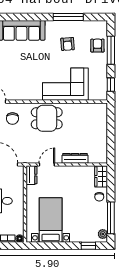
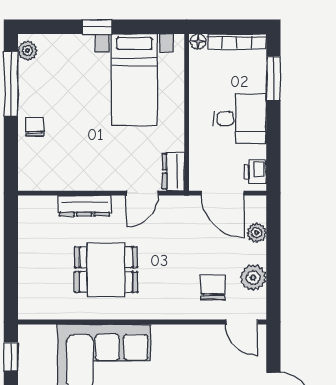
dining table: (47, 118) -> (106, 270), moved
wardrobe: (101, 176) -> (31, 169), removed
window: (88, 246) -> (97, 27), moved

